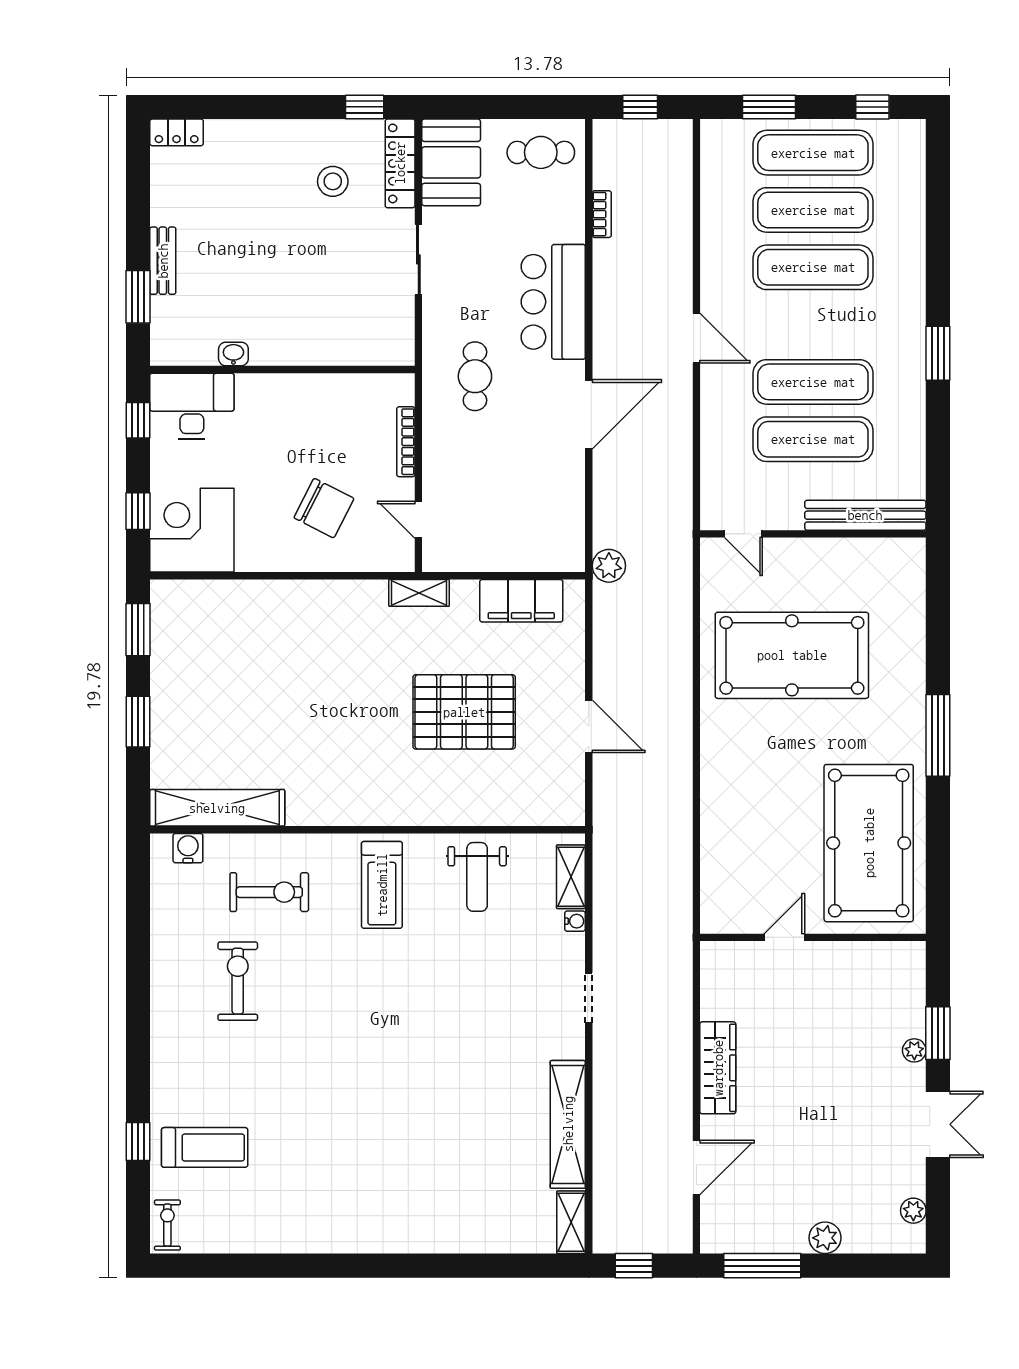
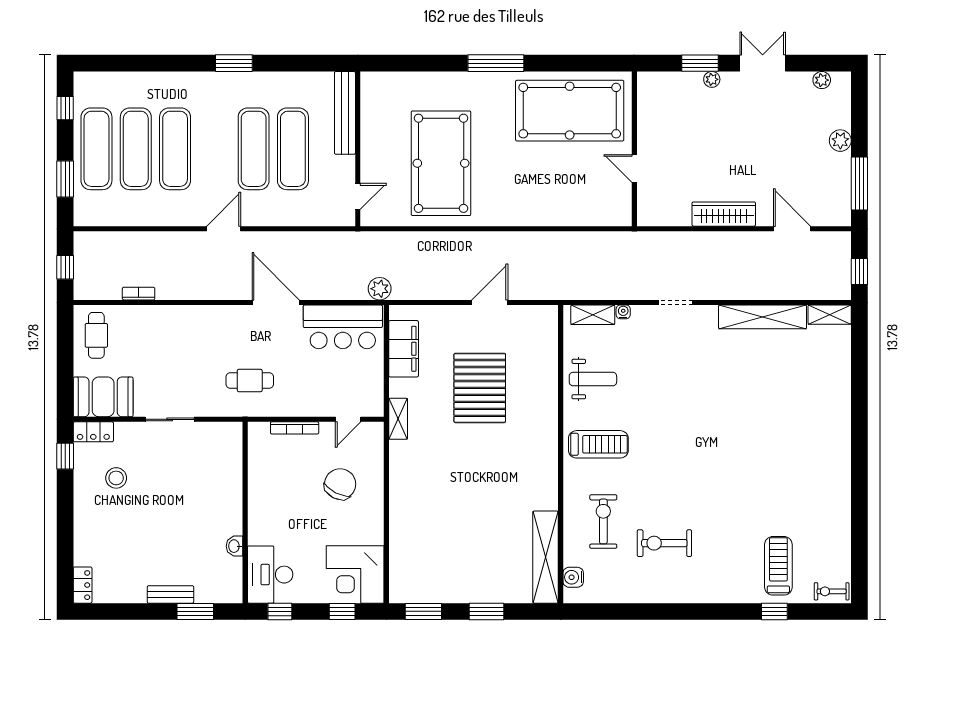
locker: (400, 163) -> (93, 432), width x0.66
bar counter: (553, 302) -> (343, 327), moved

